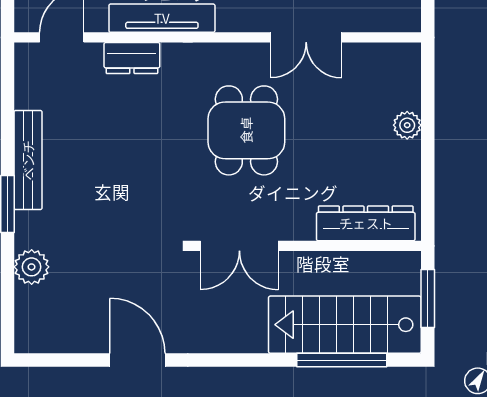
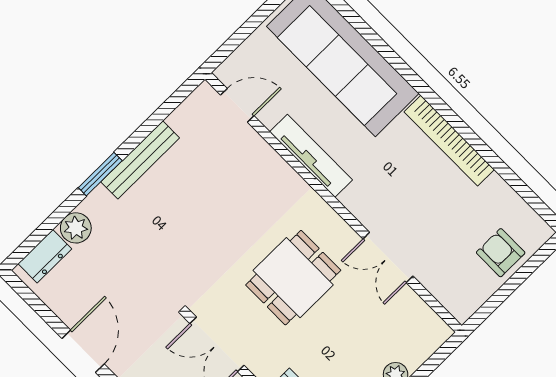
dresser: (132, 58) -> (45, 256), moved, turned -90

